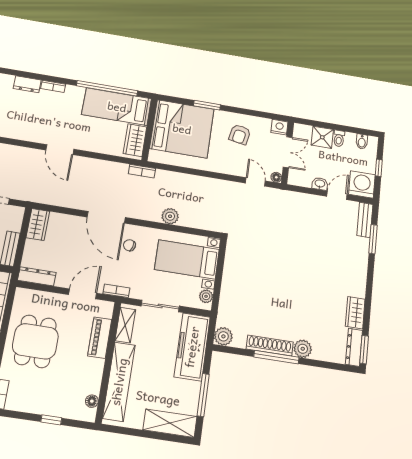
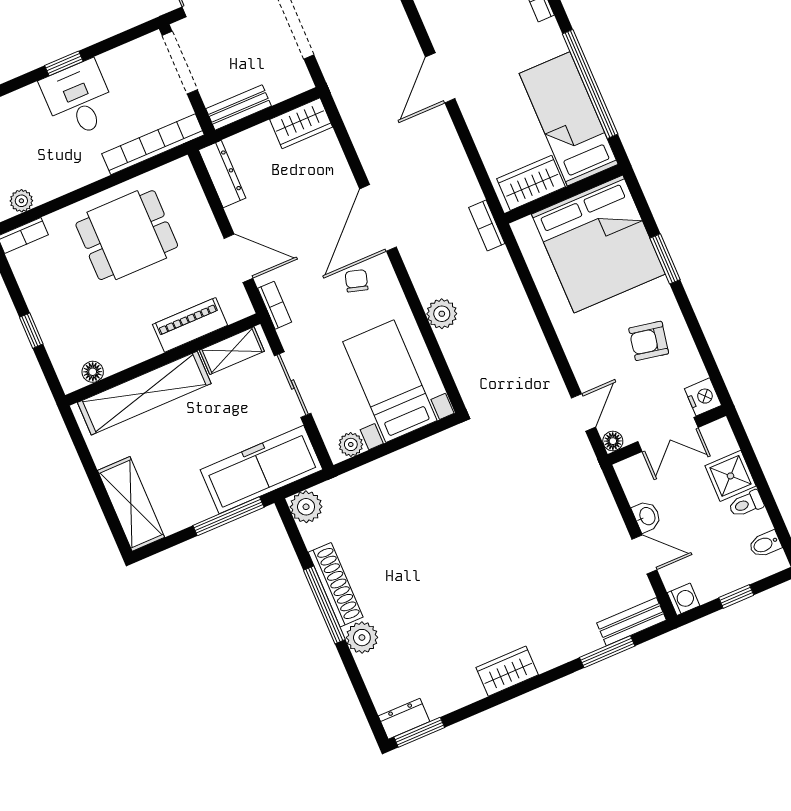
washing machine: (362, 184) -> (683, 599), width x0.53, depth x0.53
wardrobe: (355, 313) -> (507, 671), moved
dresser: (354, 347) -> (404, 719), width x0.70
window: (203, 395) -> (228, 516), moved

